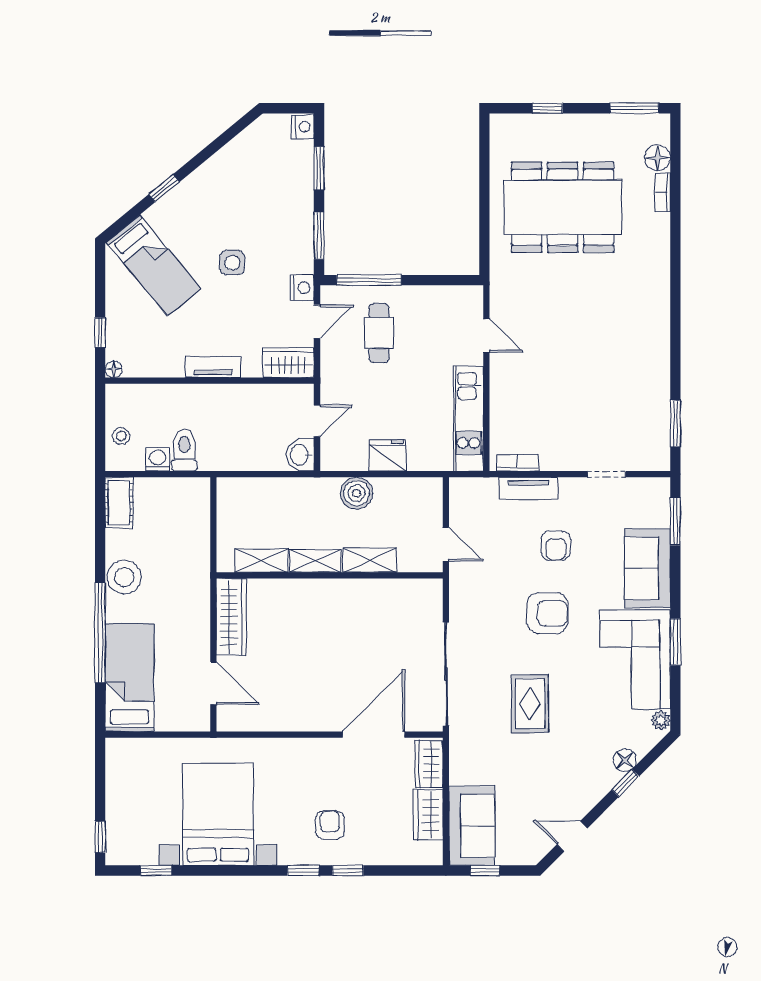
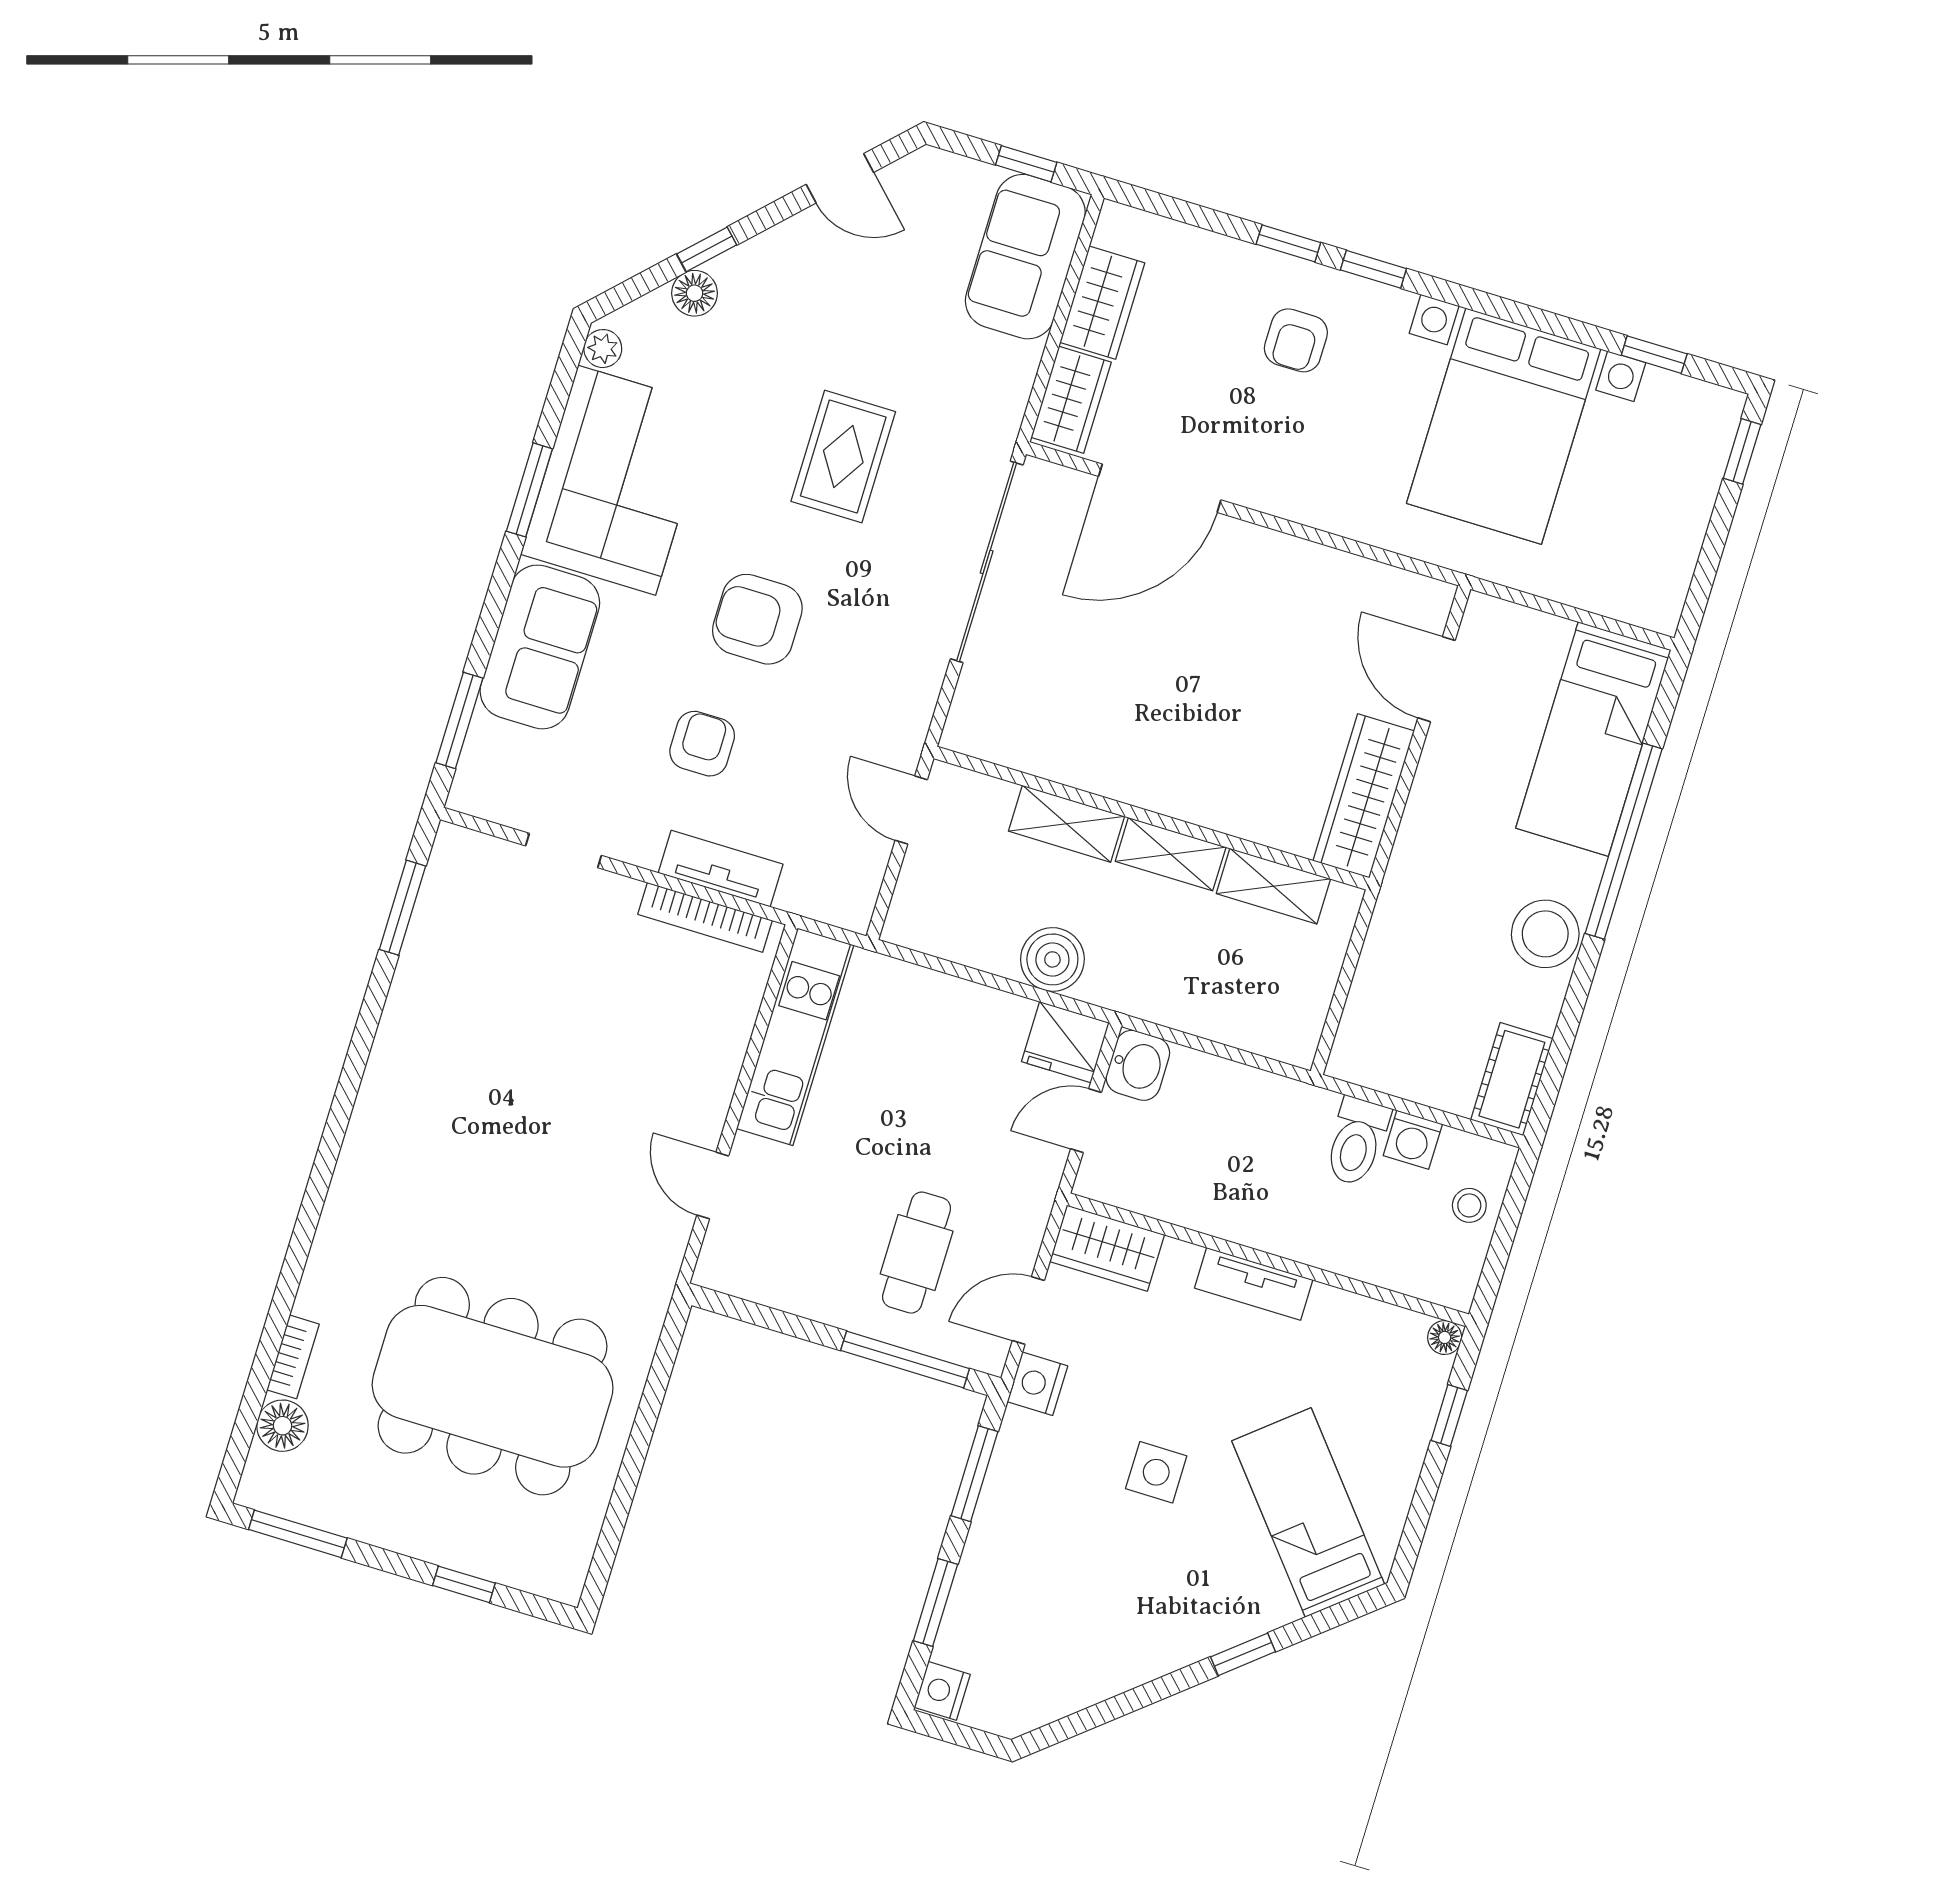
fridge: (388, 455) -> (1065, 1042), moved
bookcase: (517, 463) -> (705, 917), width x1.56

